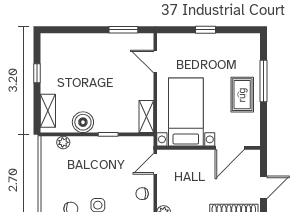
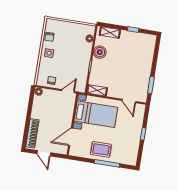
door: (155, 61) -> (129, 101), swing flipped
door: (230, 148) -> (71, 137), hinge flipped
door: (155, 164) -> (68, 91), hinge flipped

